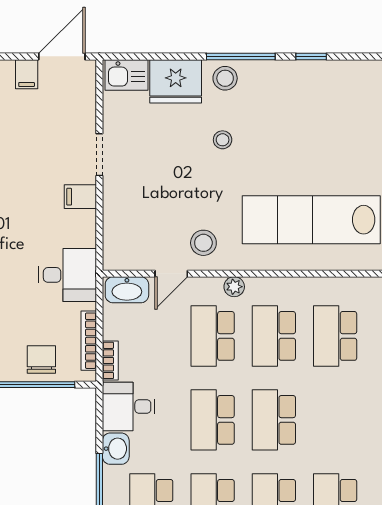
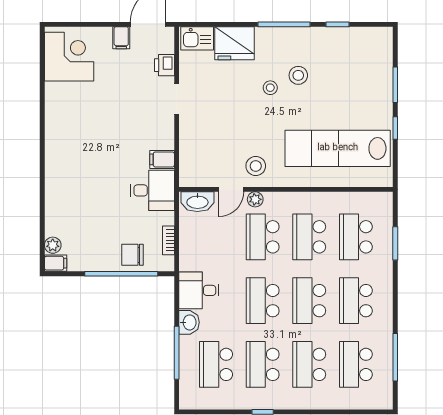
stool: (225, 78) -> (298, 75), moved
printer: (83, 110) -> (164, 65), added
filing cabinet: (80, 197) -> (162, 159), moved
plant: (234, 287) -> (255, 199), moved
bookcase: (89, 341) -> (168, 240), width x0.64
chair: (41, 360) -> (132, 255), turned -90
bookcase: (110, 360) -> (185, 255), removed
school desk: (335, 420) -> (356, 301), added

